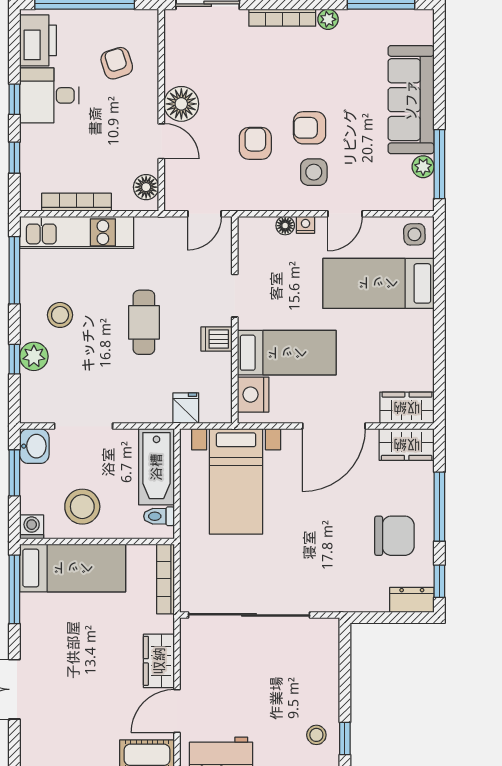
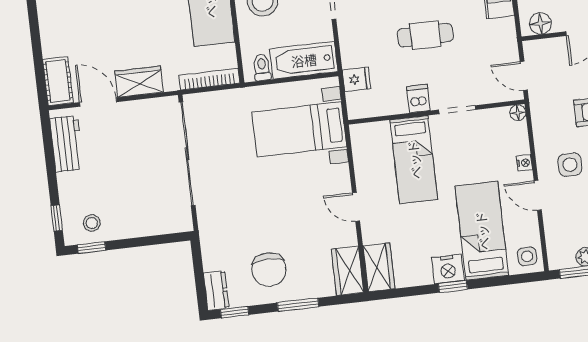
floor lamp: (285, 226) -> (518, 113), moved
window: (439, 325) -> (453, 286), added
nightstand: (253, 395) -> (448, 269), moved, turned 180
door: (334, 426) -> (356, 207), width x0.53
window: (439, 507) -> (298, 305), width x0.69

